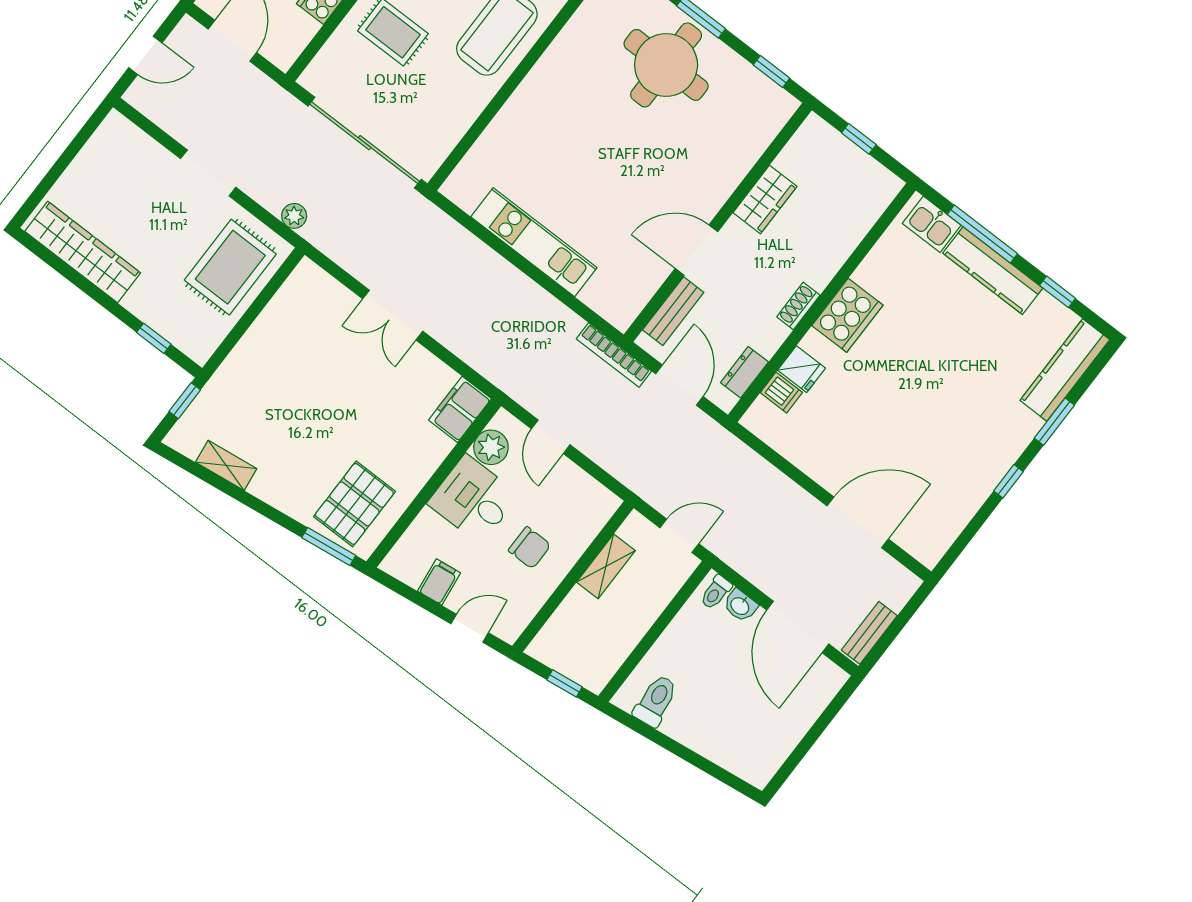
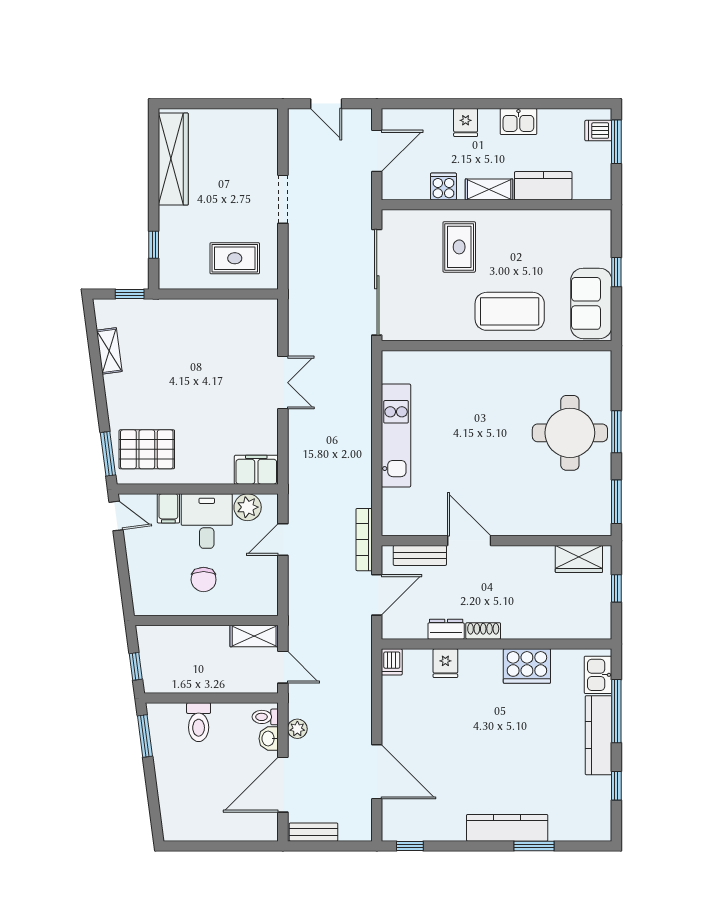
window: (771, 72) -> (616, 502), width x1.50
wardrobe: (765, 200) -> (579, 559), moved
plant: (294, 216) -> (297, 729), moved
rug: (230, 267) -> (235, 258), width x0.73, depth x0.70
double door: (393, 315) -> (283, 383), swing flipped
cooker: (847, 315) -> (527, 666), moved
kitchen counter: (1065, 370) -> (507, 828), moved
dresser: (744, 372) -> (446, 629), moved
dishwasher: (781, 393) -> (392, 662), moved
window: (1008, 481) -> (410, 846), moved
shelving: (606, 566) -> (254, 636), moved
filing cabinet: (439, 582) -> (168, 508), moved, turned 97
door: (470, 628) -> (116, 516), moved
toilet: (656, 701) -> (199, 722), moved, turned 97
window: (642, 728) -> (145, 736), added

